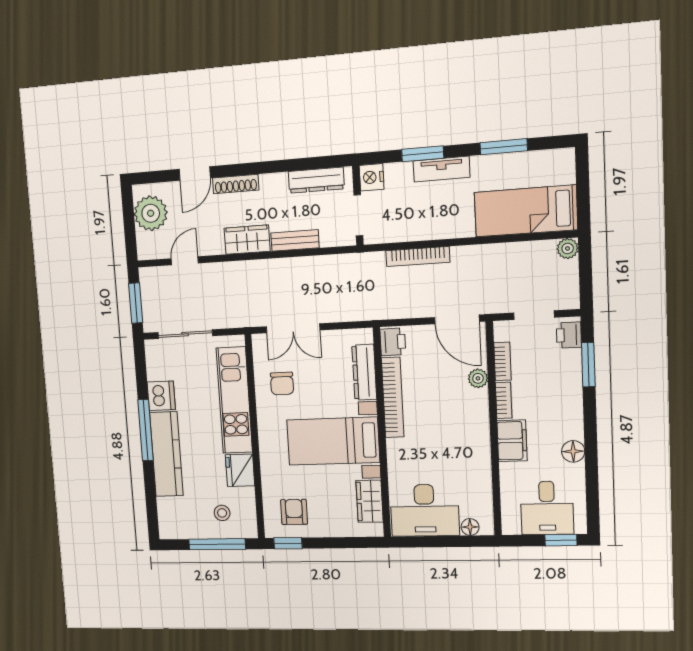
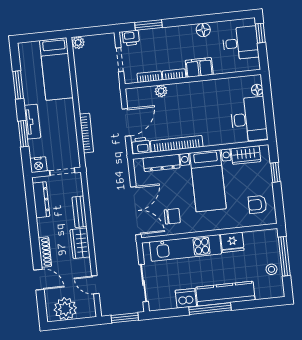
door: (457, 319) -> (126, 122), moved
double door: (293, 328) -> (136, 211), width x1.37
stool: (222, 513) -> (271, 269), moved
window: (288, 543) -> (275, 172), moved

